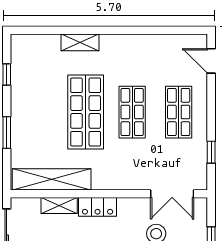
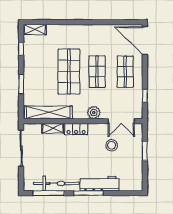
shelving: (80, 42) -> (35, 30), moved
door: (211, 61) -> (145, 41), width x1.87
plant: (127, 180) -> (94, 113), added

